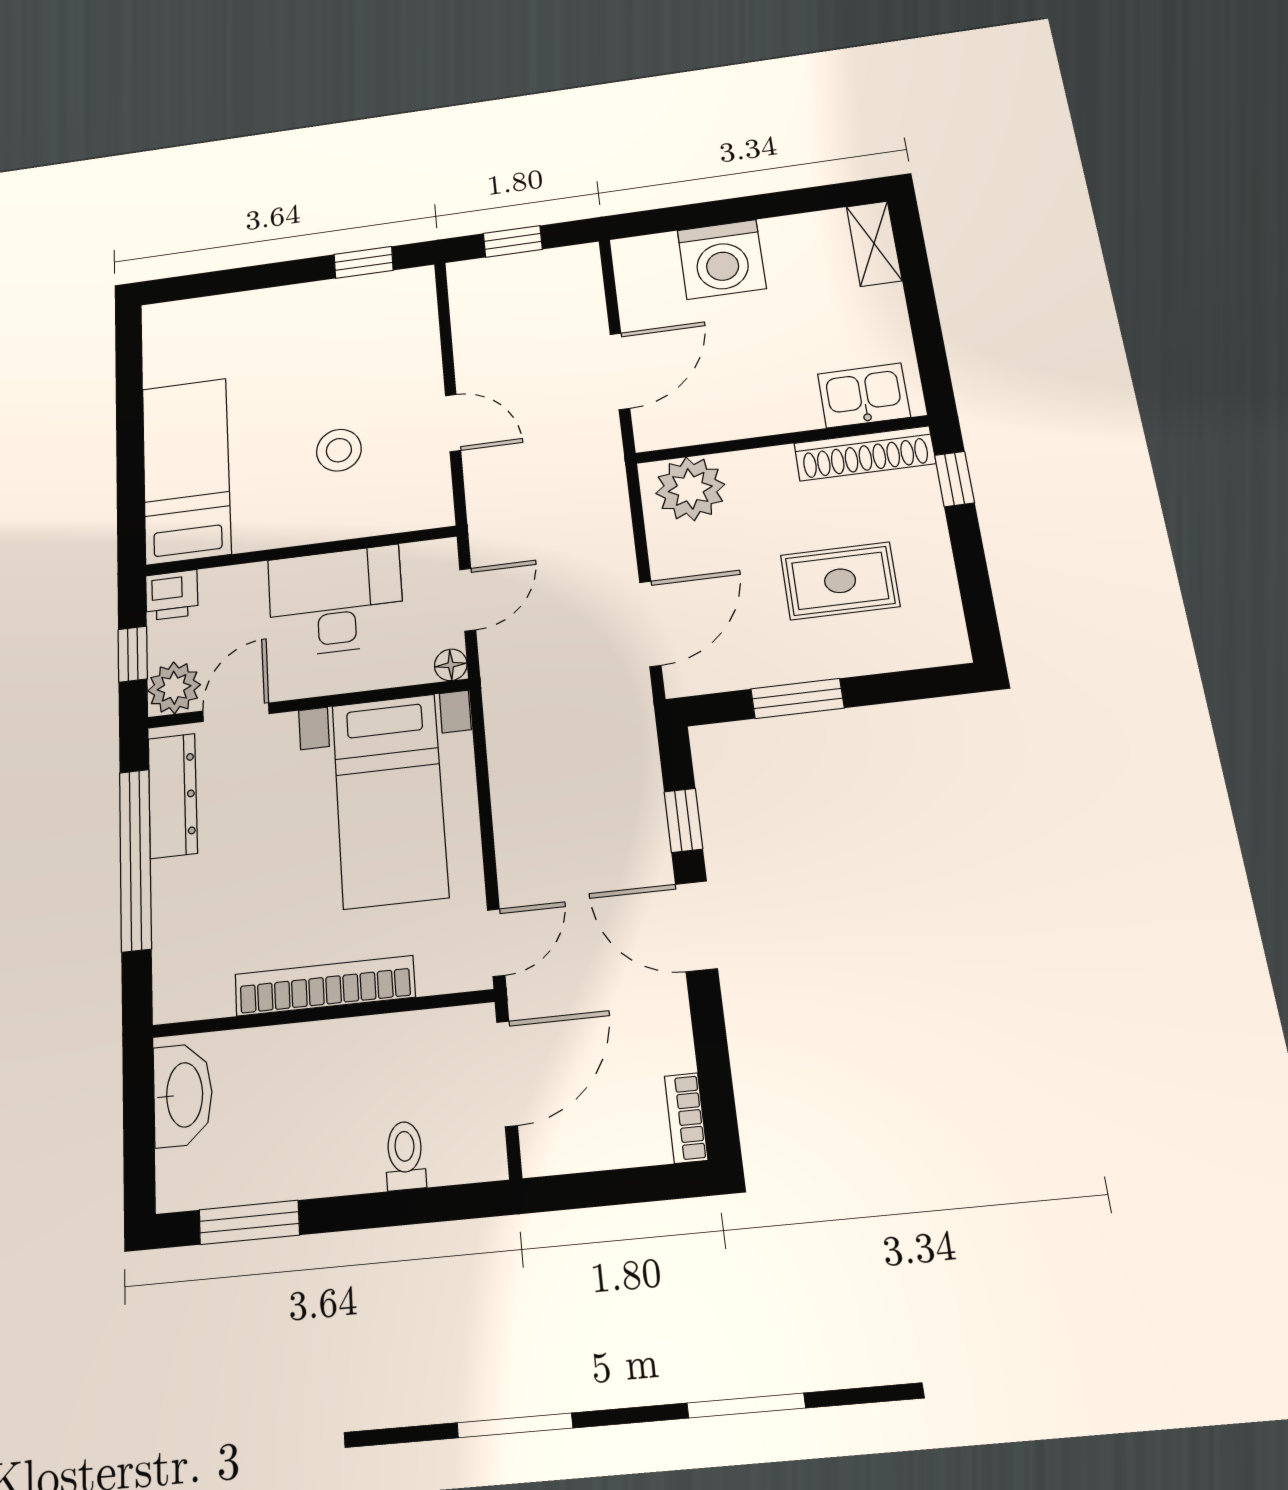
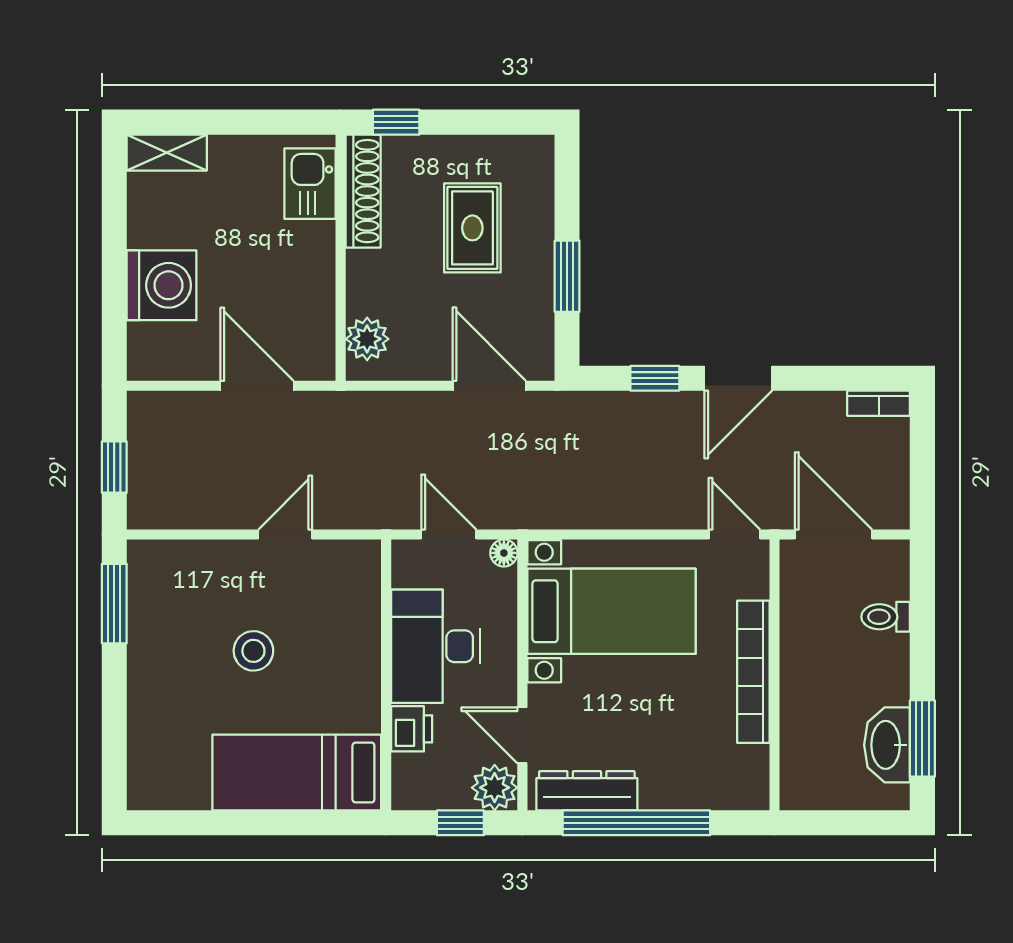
window: (364, 262) -> (114, 604), width x1.50
stool: (339, 450) -> (253, 651), moved
plant: (690, 489) -> (367, 339), width x0.73, depth x0.73
printer: (172, 595) -> (412, 729), moved
washbasin: (183, 1095) -> (887, 745), moved, turned -90

